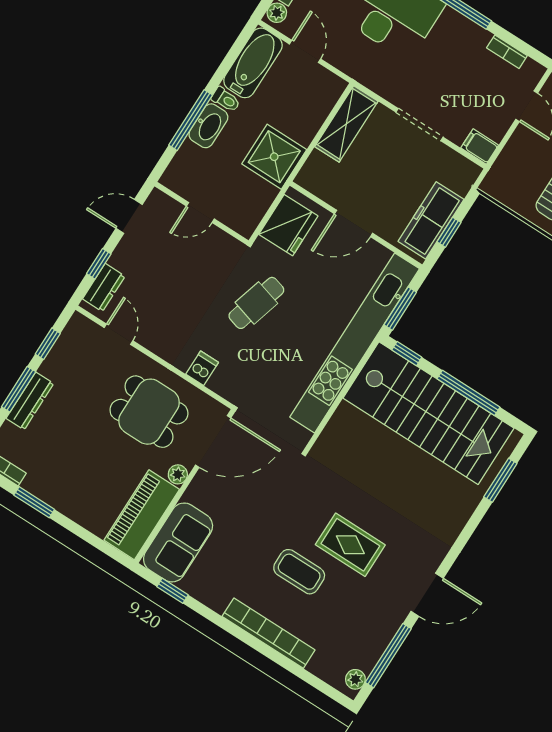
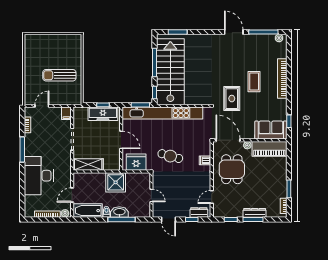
rug: (350, 545) -> (232, 99), moved

